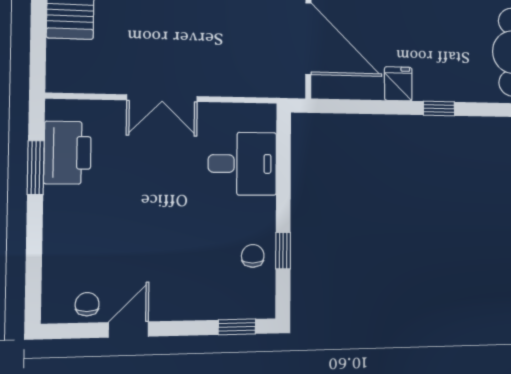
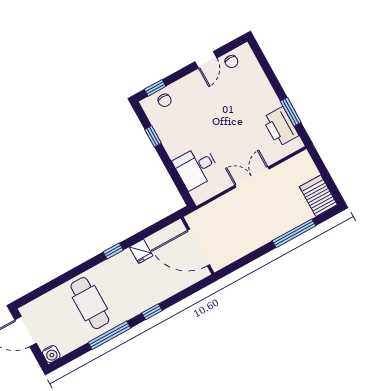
chair: (253, 256) -> (165, 100), moved

